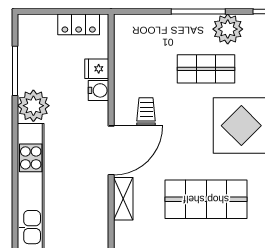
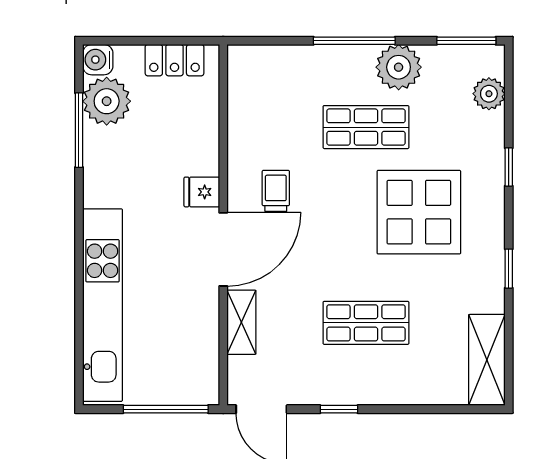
fridge: (97, 69) -> (202, 192), moved
water cooler: (99, 90) -> (98, 60), moved, turned 180
plant: (33, 106) -> (107, 101), moved
shop shelf: (206, 199) -> (366, 323), width x0.70, depth x0.74

